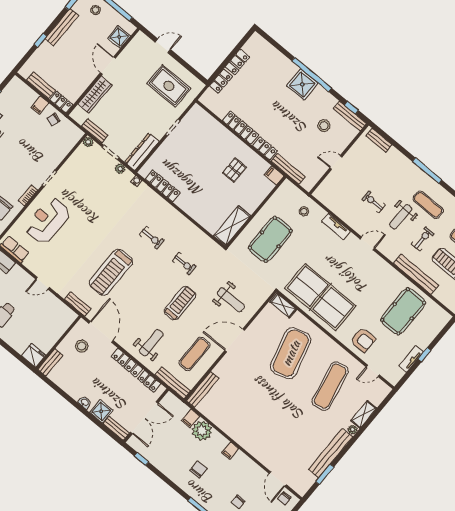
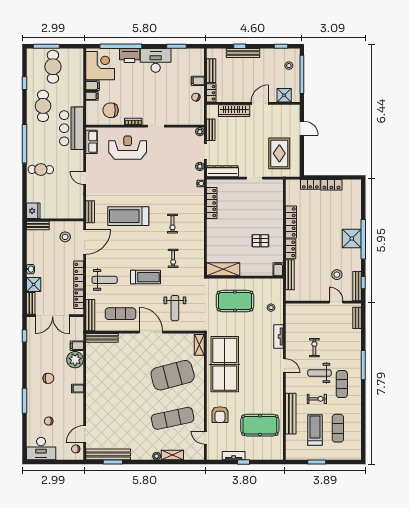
bench: (62, 27) -> (243, 53), moved
door: (336, 162) -> (336, 302), moved
bench: (330, 453) -> (108, 454), moved

